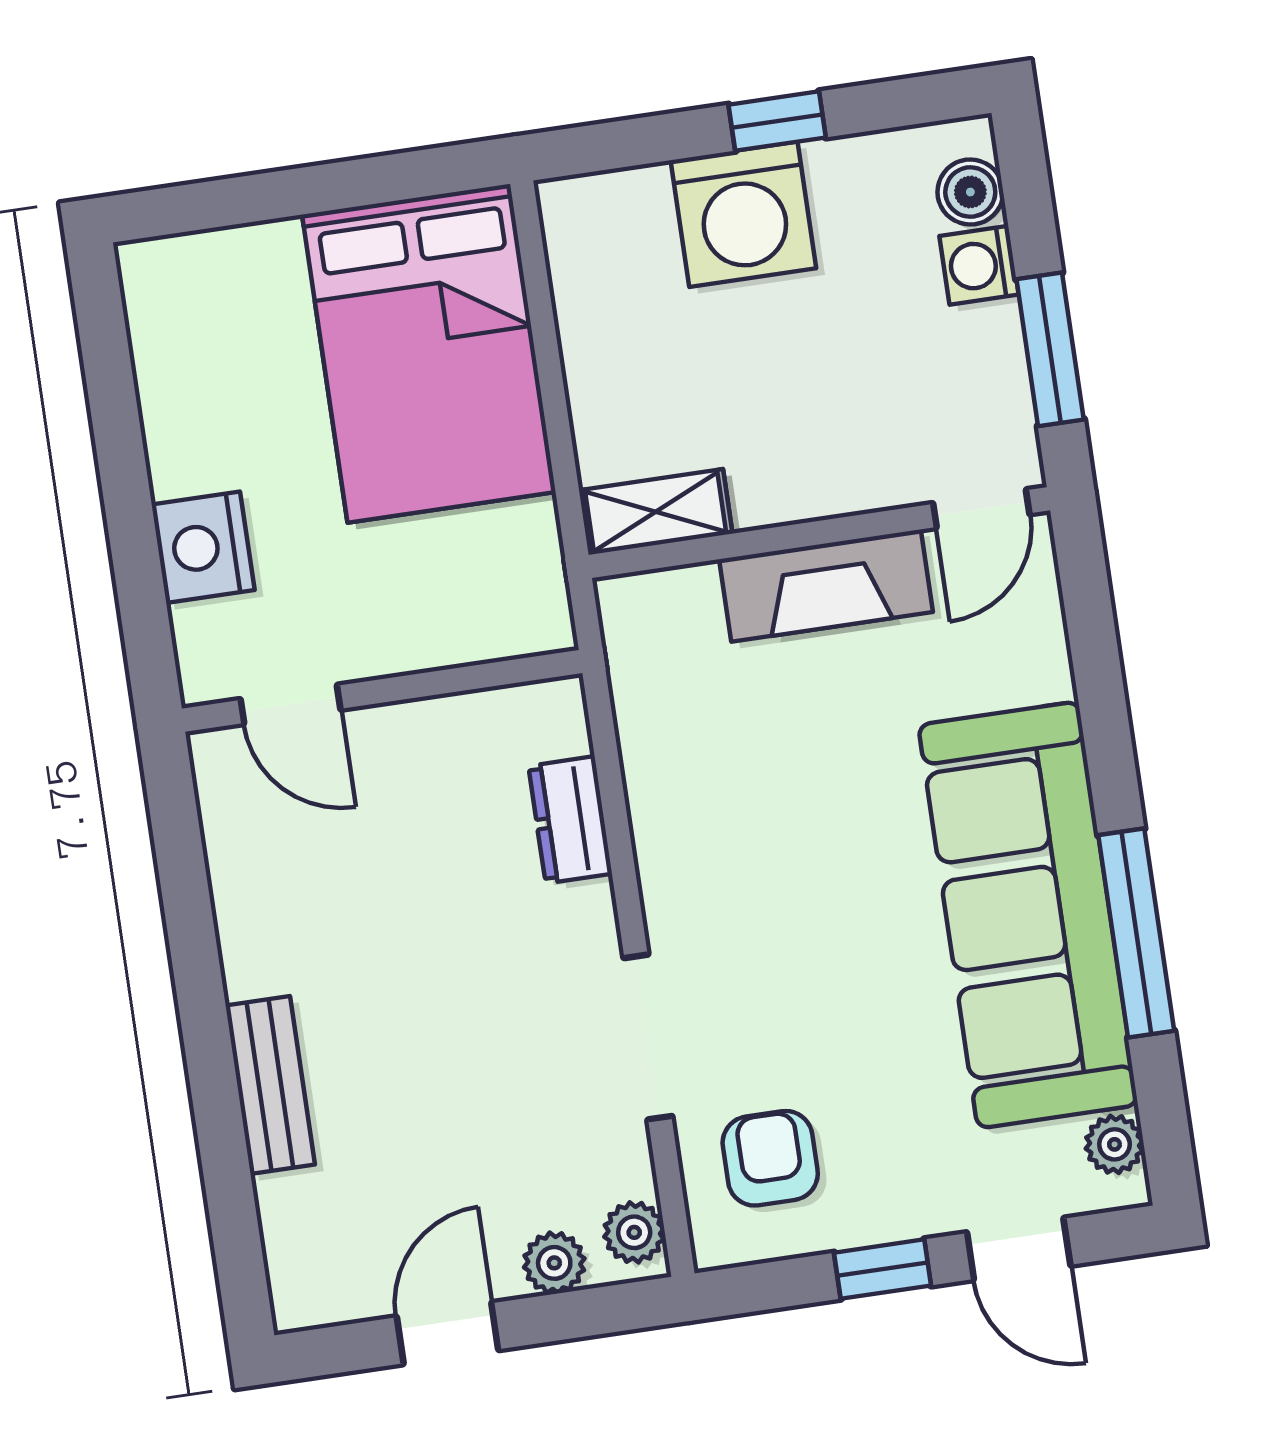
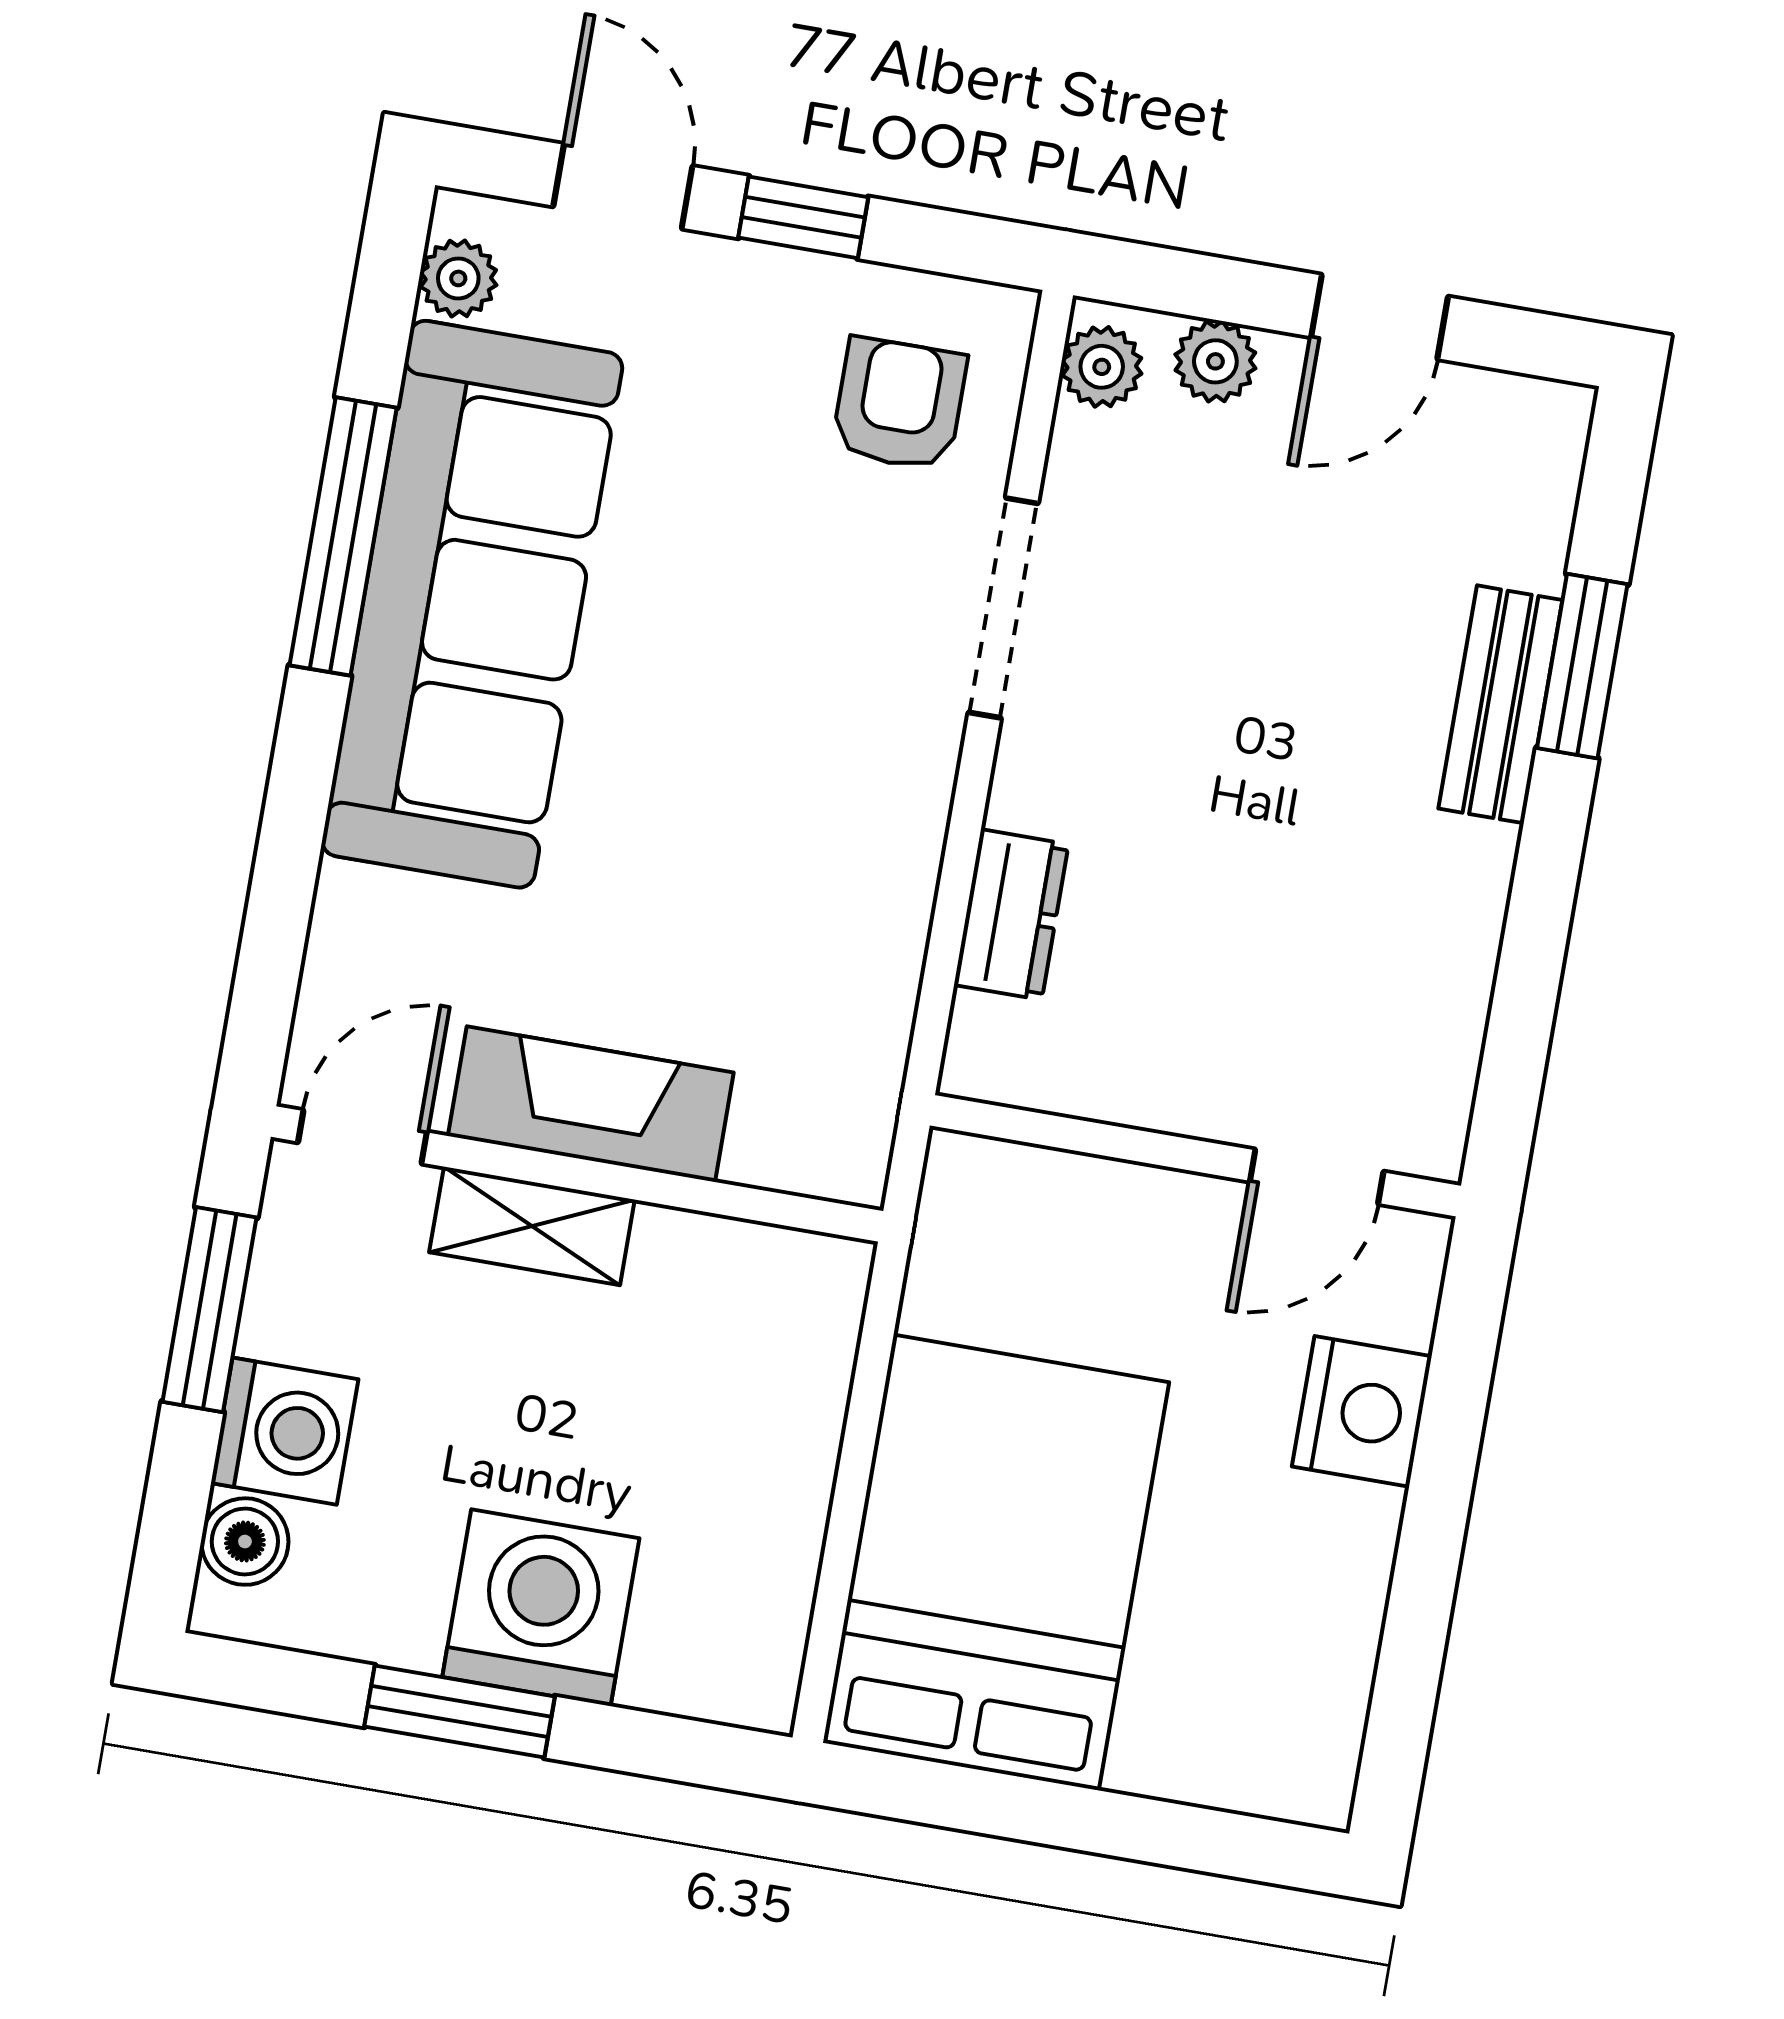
window: (777, 121) -> (459, 1711), width x1.50
washing machine: (979, 265) -> (285, 1431), width x1.38, depth x1.38
shelving: (656, 512) -> (532, 1226), moved
door: (290, 704) -> (1317, 1177), swing flipped
window: (221, 1131) -> (1582, 666), added
armchair: (770, 1158) -> (899, 404), turned 180

